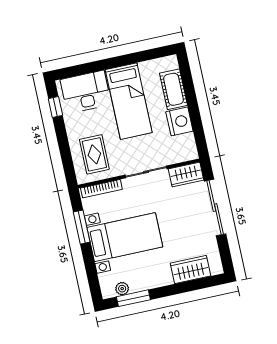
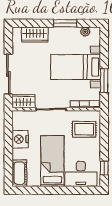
cot: (173, 89) -> (19, 173), moved
rug: (94, 154) -> (84, 129), turned 90
window: (133, 298) -> (65, 23), moved

